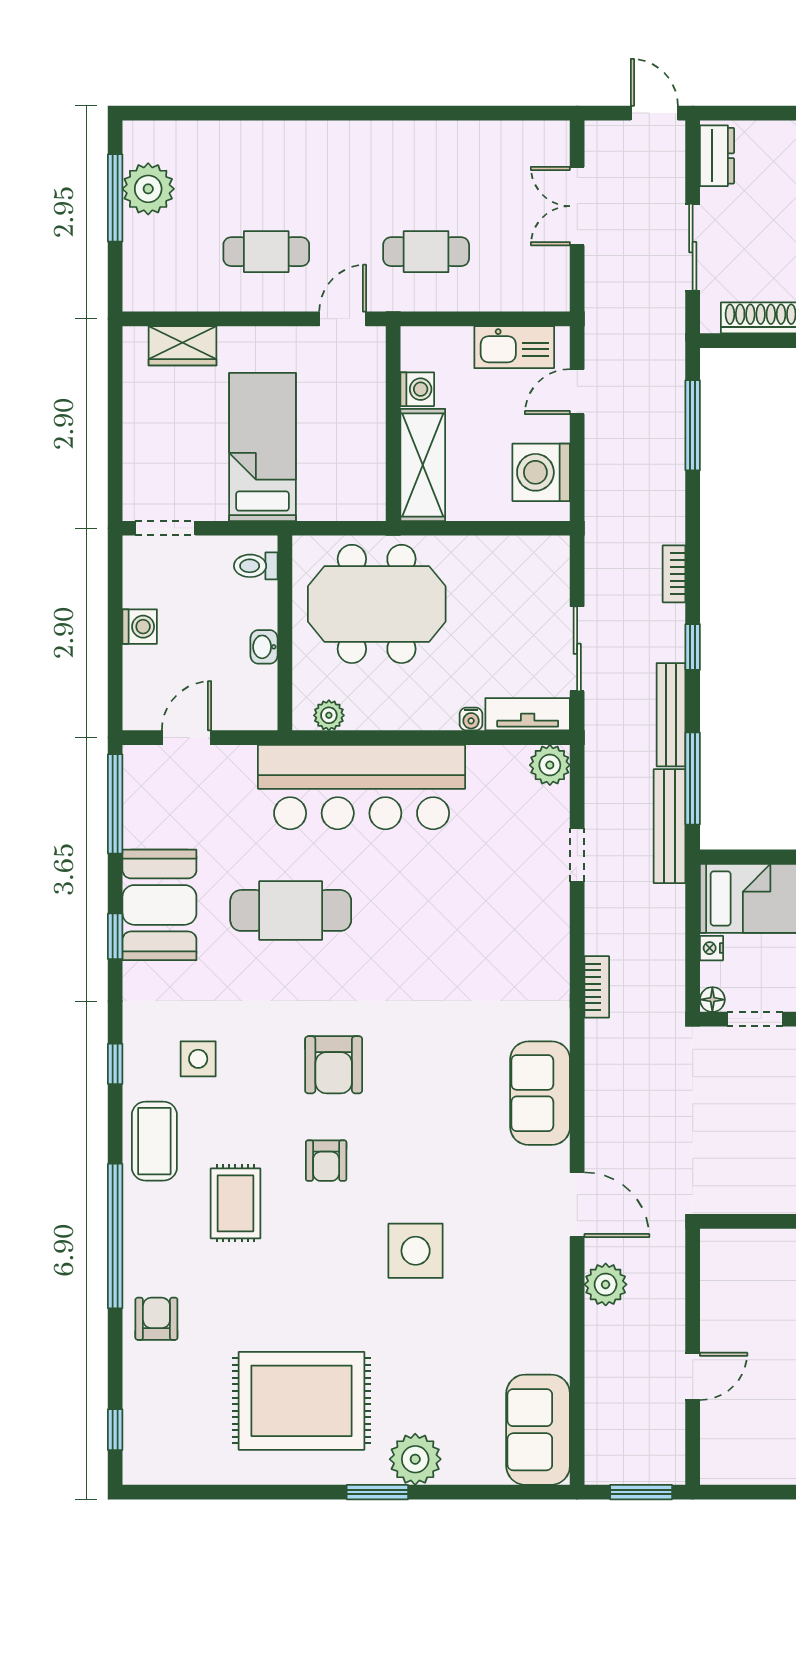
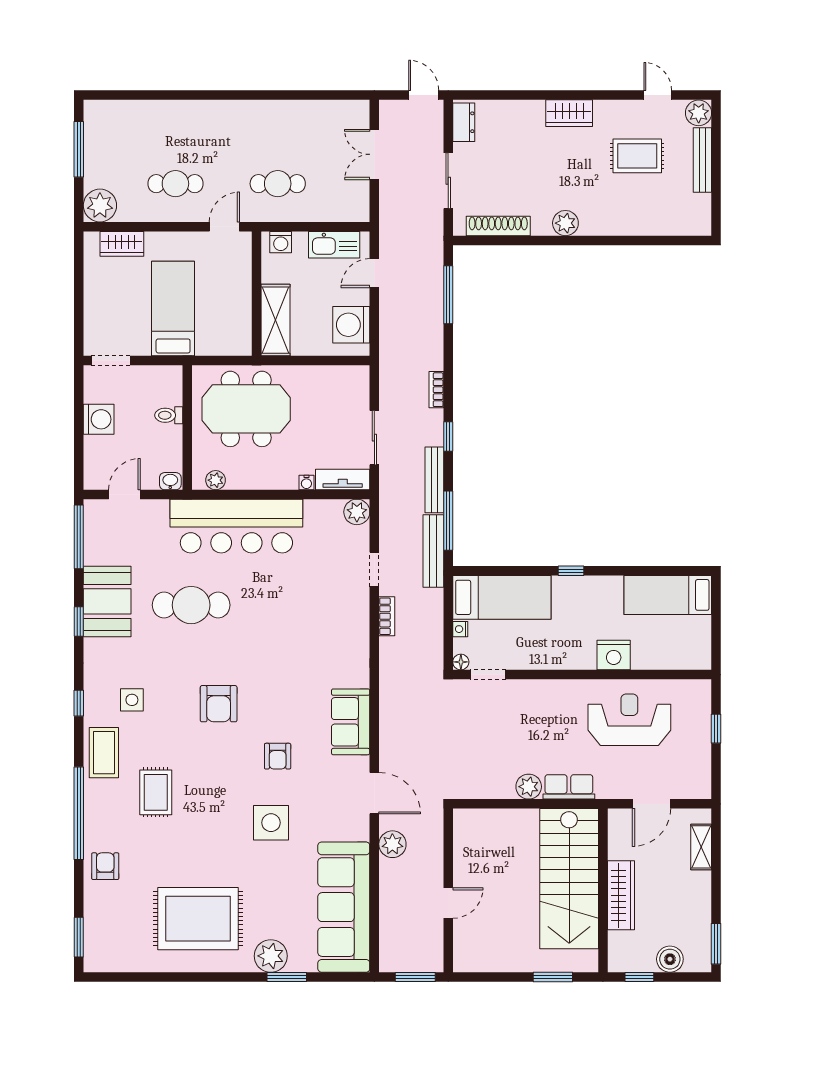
plant: (148, 189) -> (100, 205), moved
washing machine: (417, 389) -> (281, 242), moved, turned 90
toilet: (256, 566) -> (169, 415), moved
washing machine: (140, 627) -> (99, 419), width x1.38, depth x1.38
washbasin: (264, 647) -> (170, 481), moved, turned 90
bookcase: (597, 987) -> (387, 616), moved
armchair: (326, 1161) -> (278, 756), moved
window: (115, 1430) -> (79, 937), width x1.50
sofa: (538, 1430) -> (344, 907), width x1.85, depth x1.27
window: (377, 1492) -> (287, 977), moved

